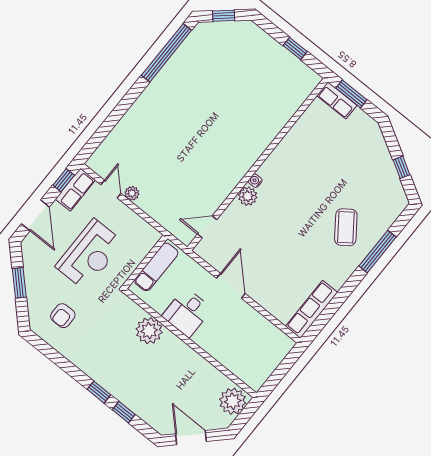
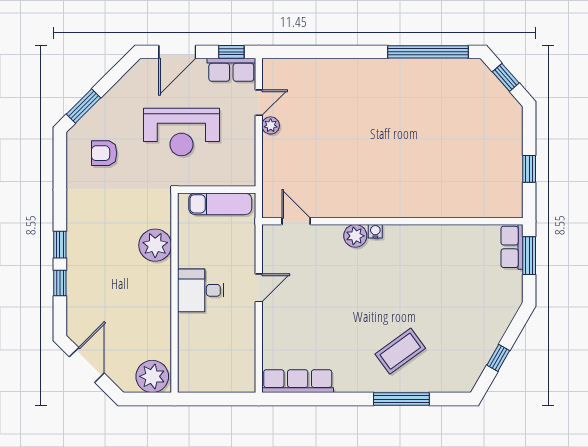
window: (19, 283) -> (83, 106), moved
door: (231, 286) -> (259, 288), width x0.73
desk: (187, 312) -> (201, 290), moved

